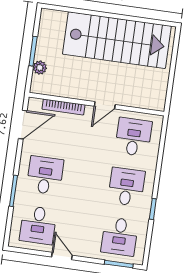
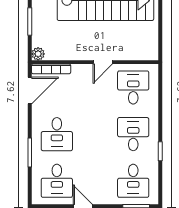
plant: (40, 68) -> (38, 54), moved
bookcase: (64, 107) -> (51, 69), moved
desk: (45, 175) -> (57, 134), turned 180

